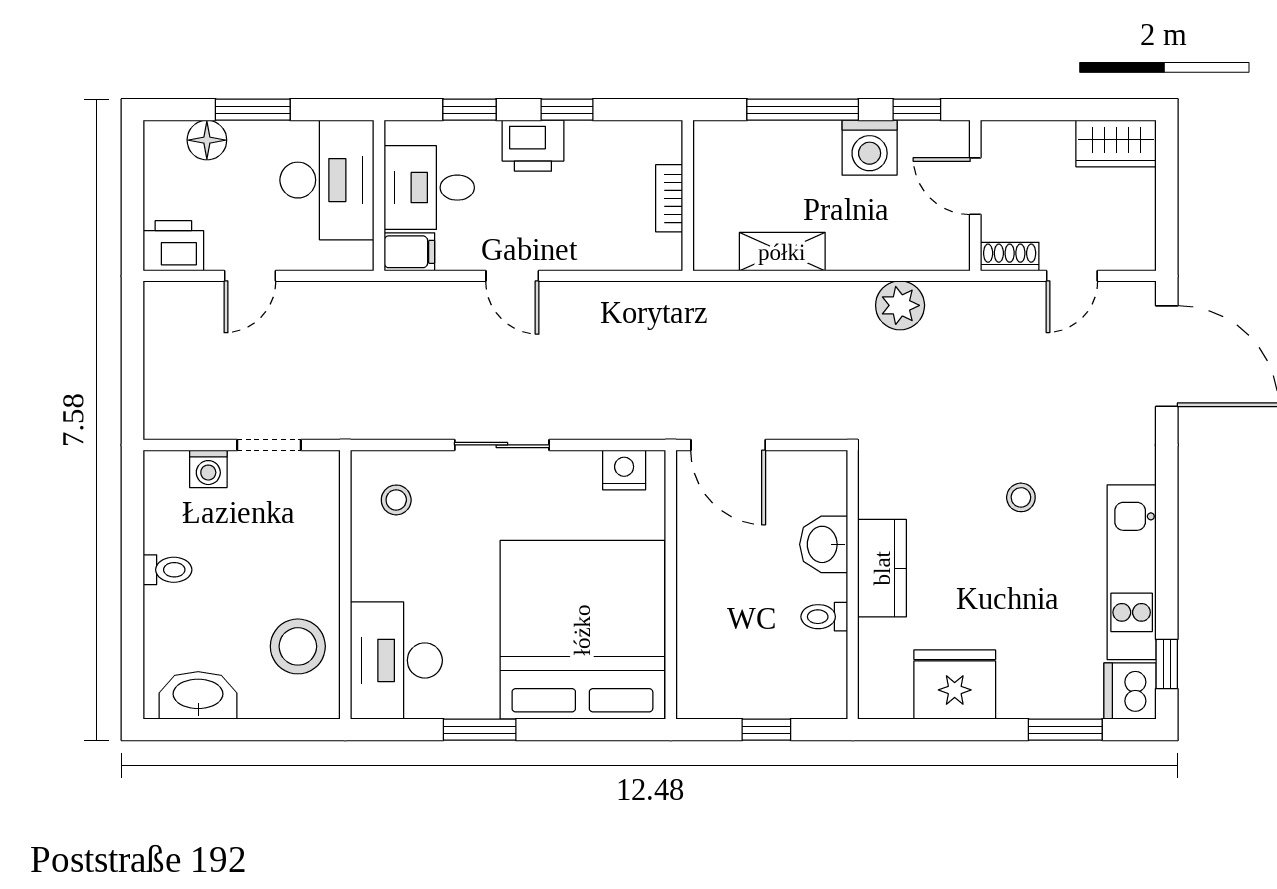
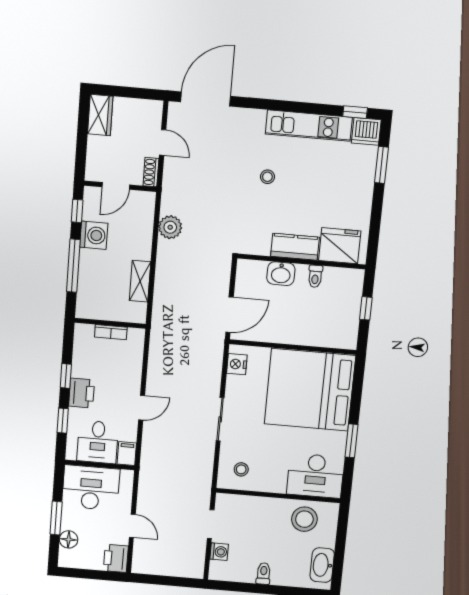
fridge: (955, 684) -> (340, 246), moved, turned 90

